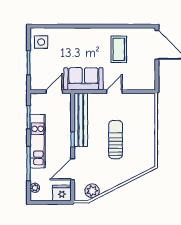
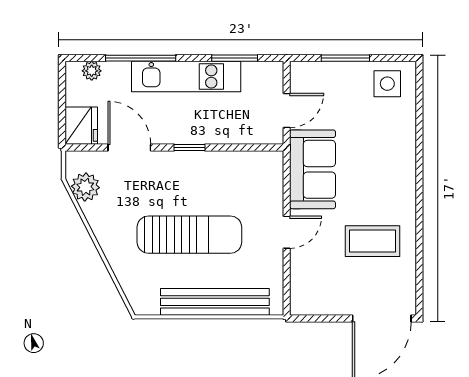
door: (54, 92) -> (287, 110), hinge flipped
door: (114, 92) -> (287, 232), hinge flipped
bench: (81, 120) -> (215, 302), moved
sun lounger: (116, 140) -> (189, 235), width x1.36, depth x1.34

